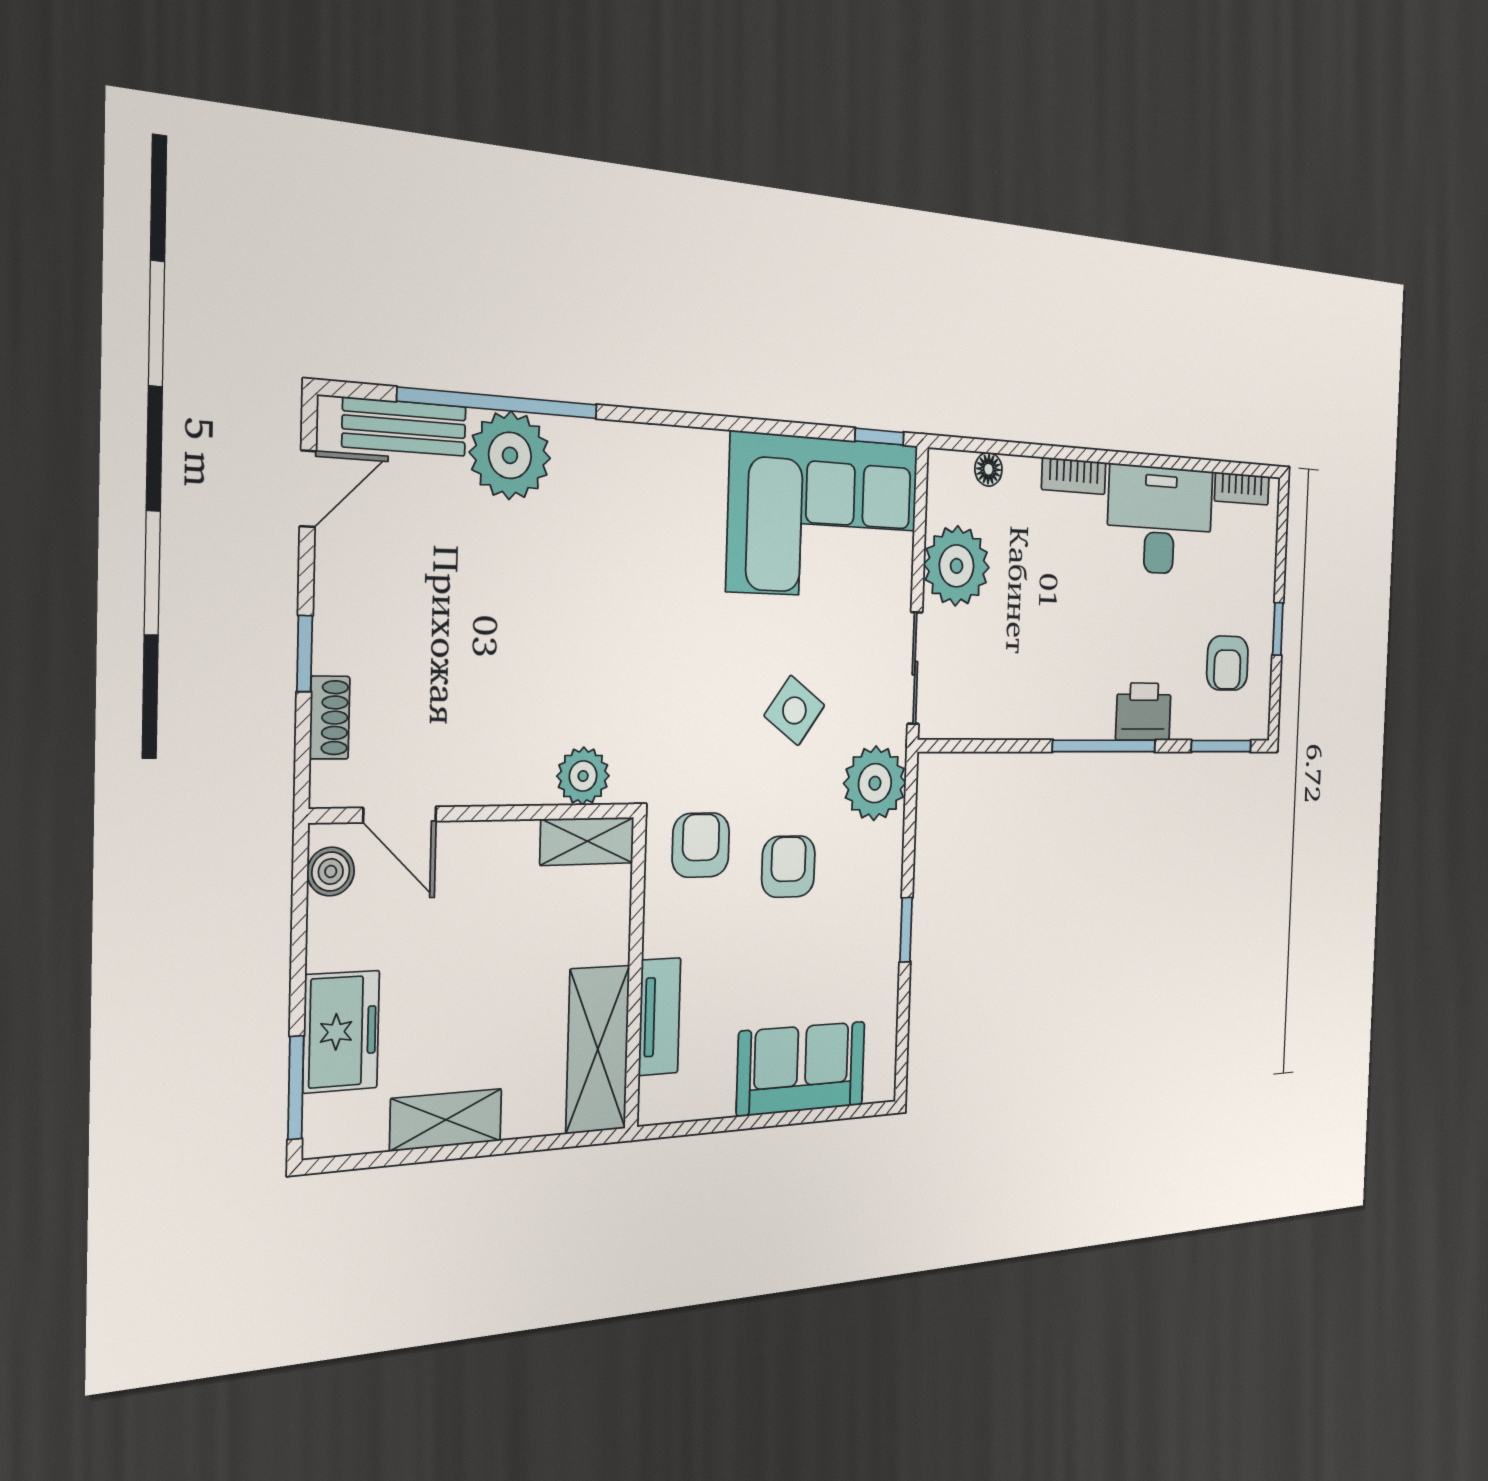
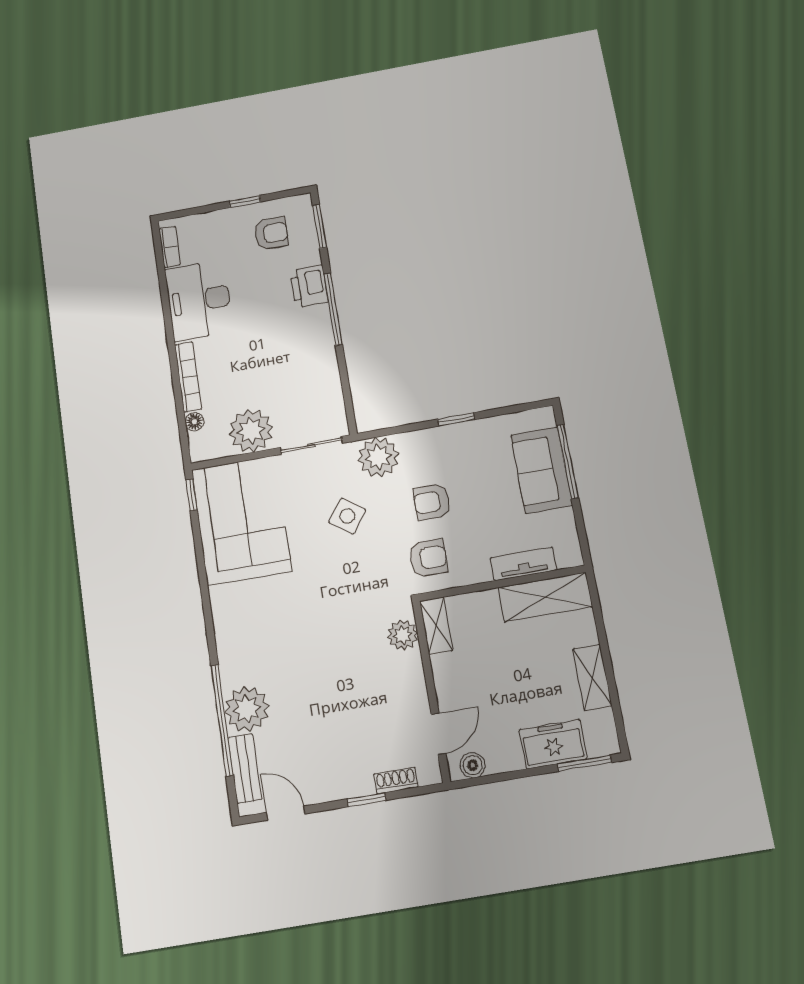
bookcase: (1074, 476) -> (188, 377), width x1.56
armchair: (701, 845) -> (428, 558), turned 180
window: (806, 1116) -> (568, 462), added

